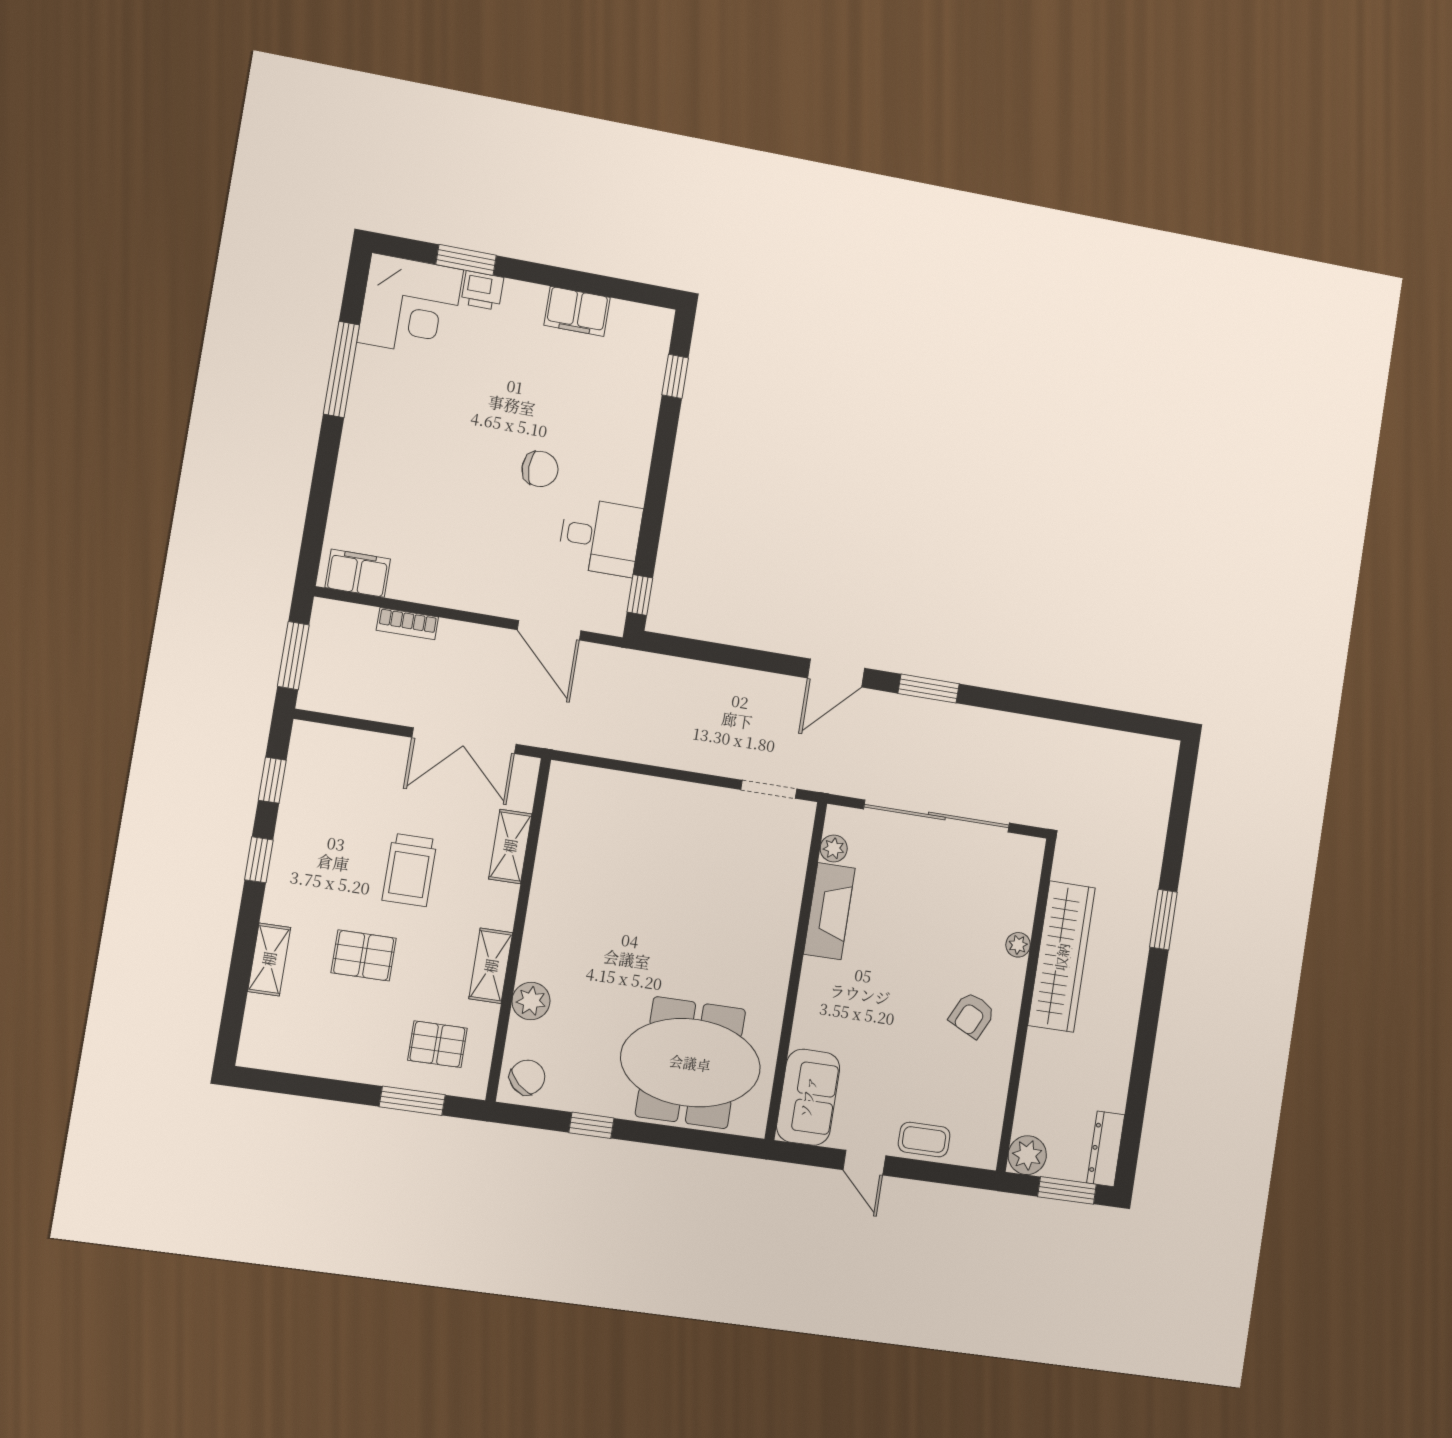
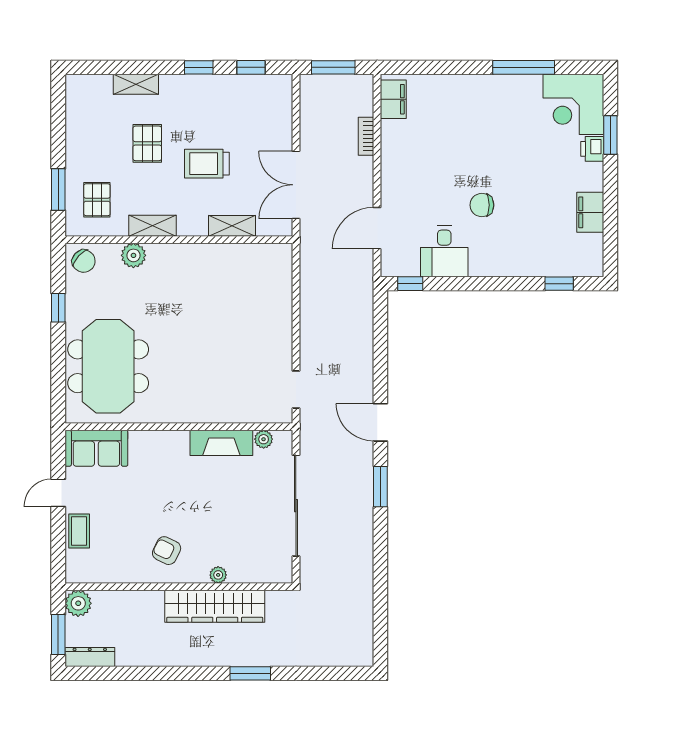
chair: (540, 469) -> (482, 205), turned 90

